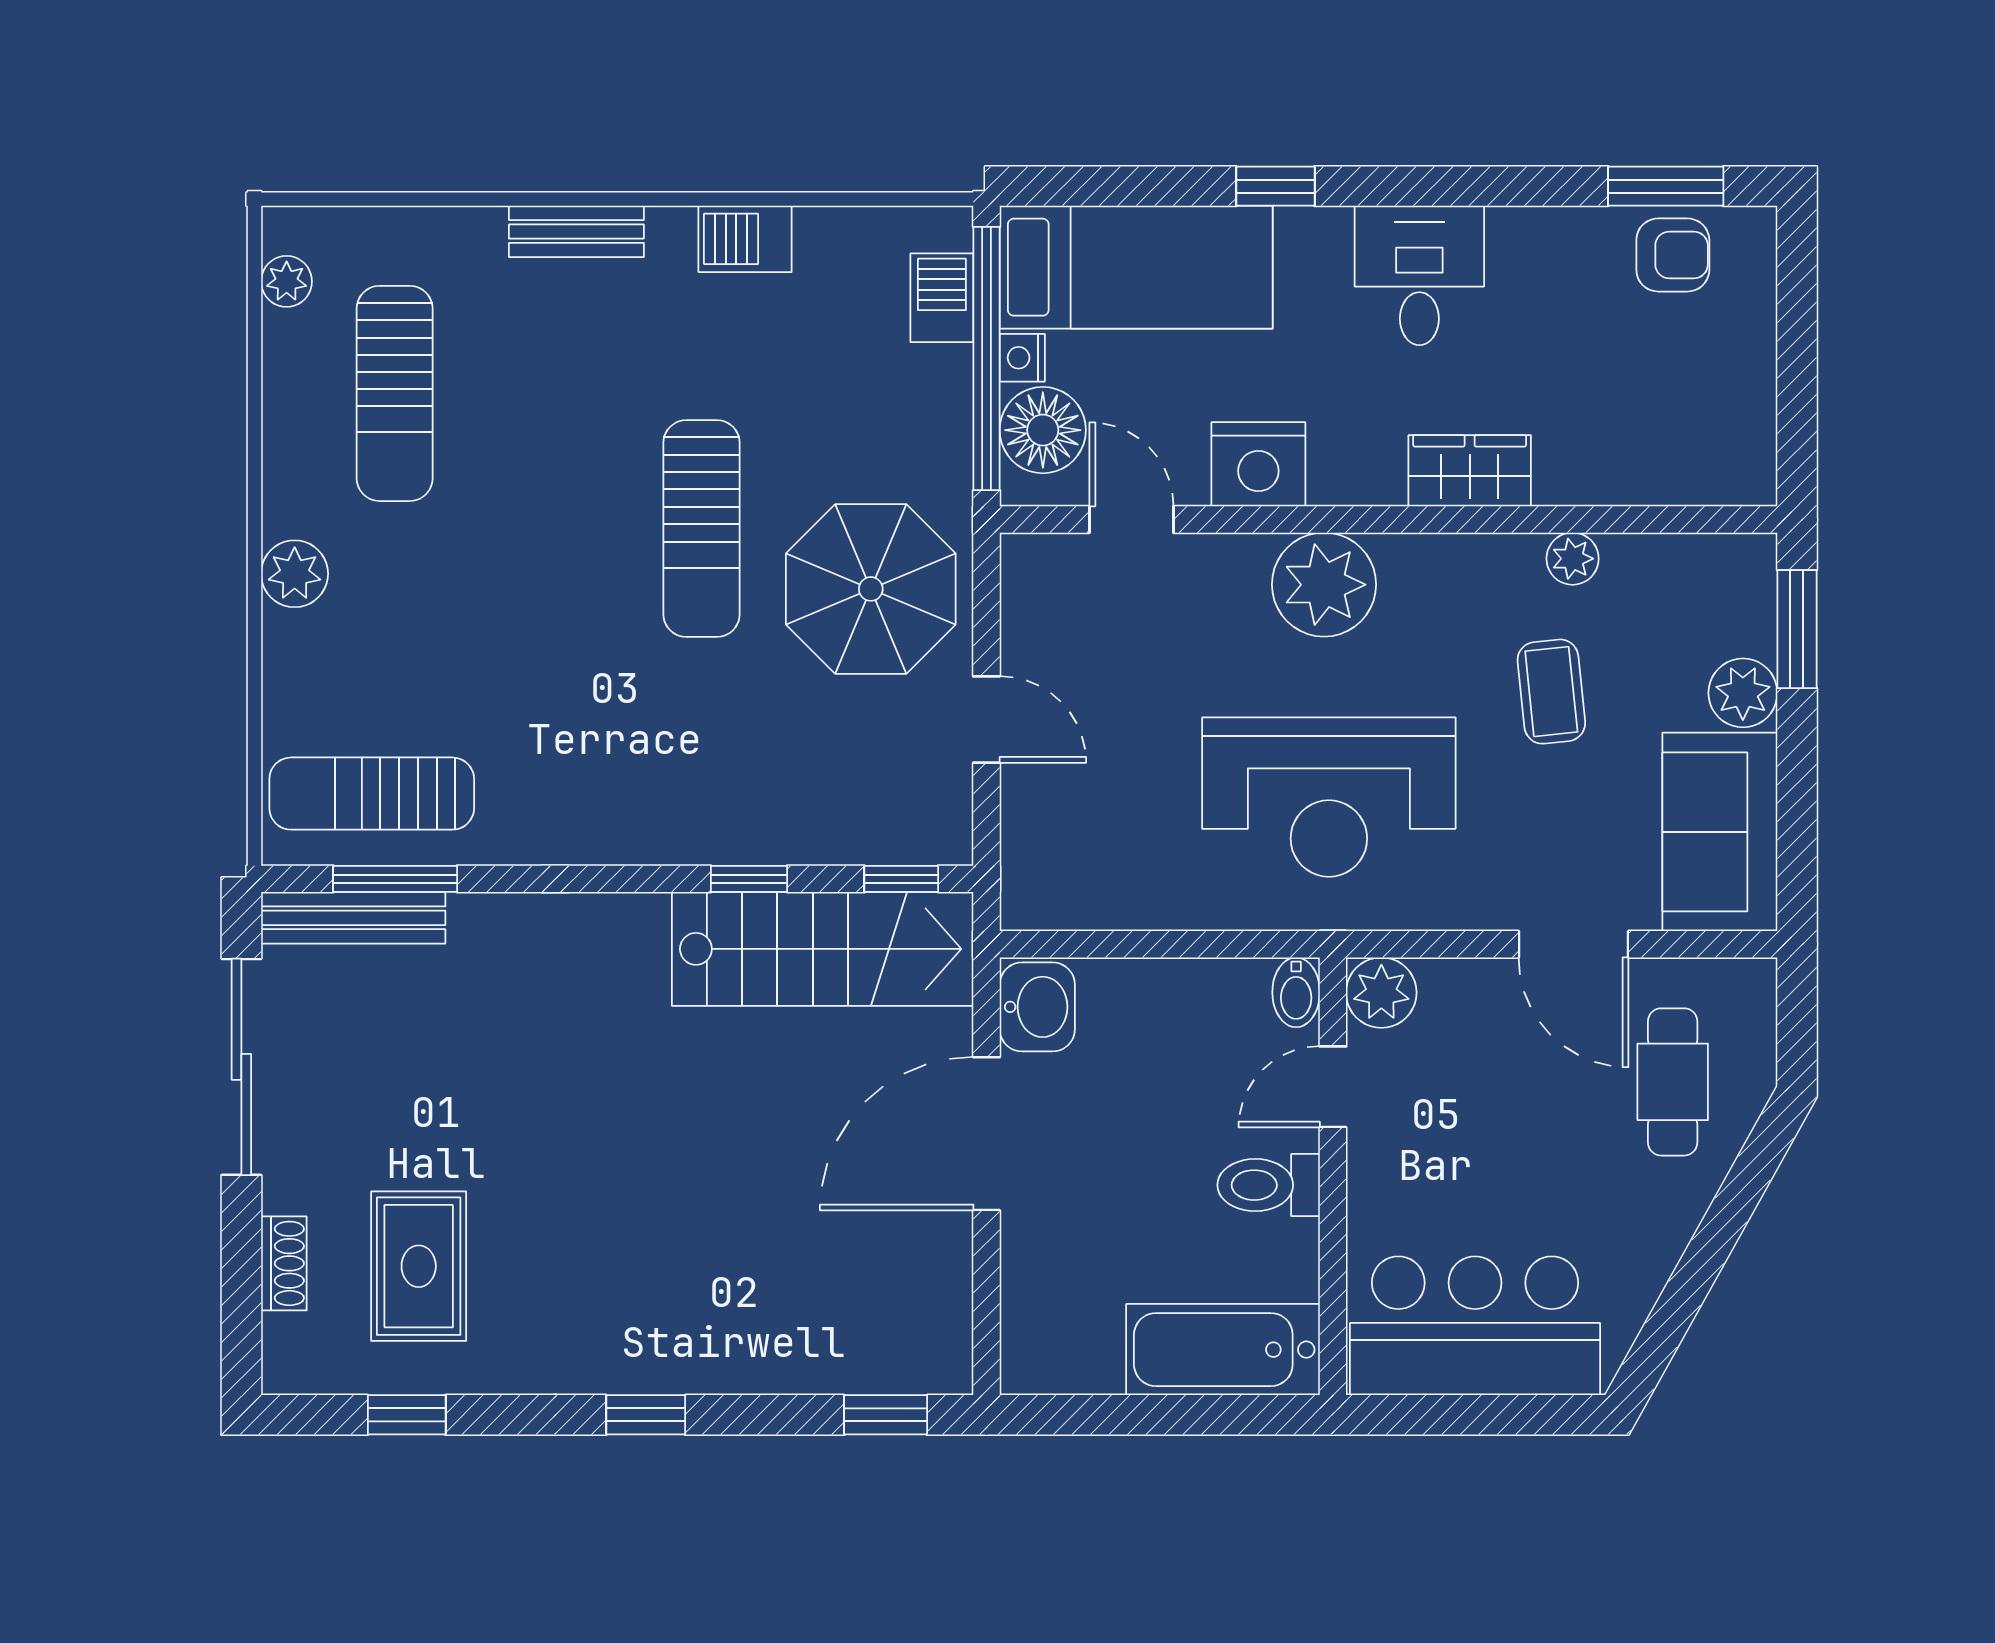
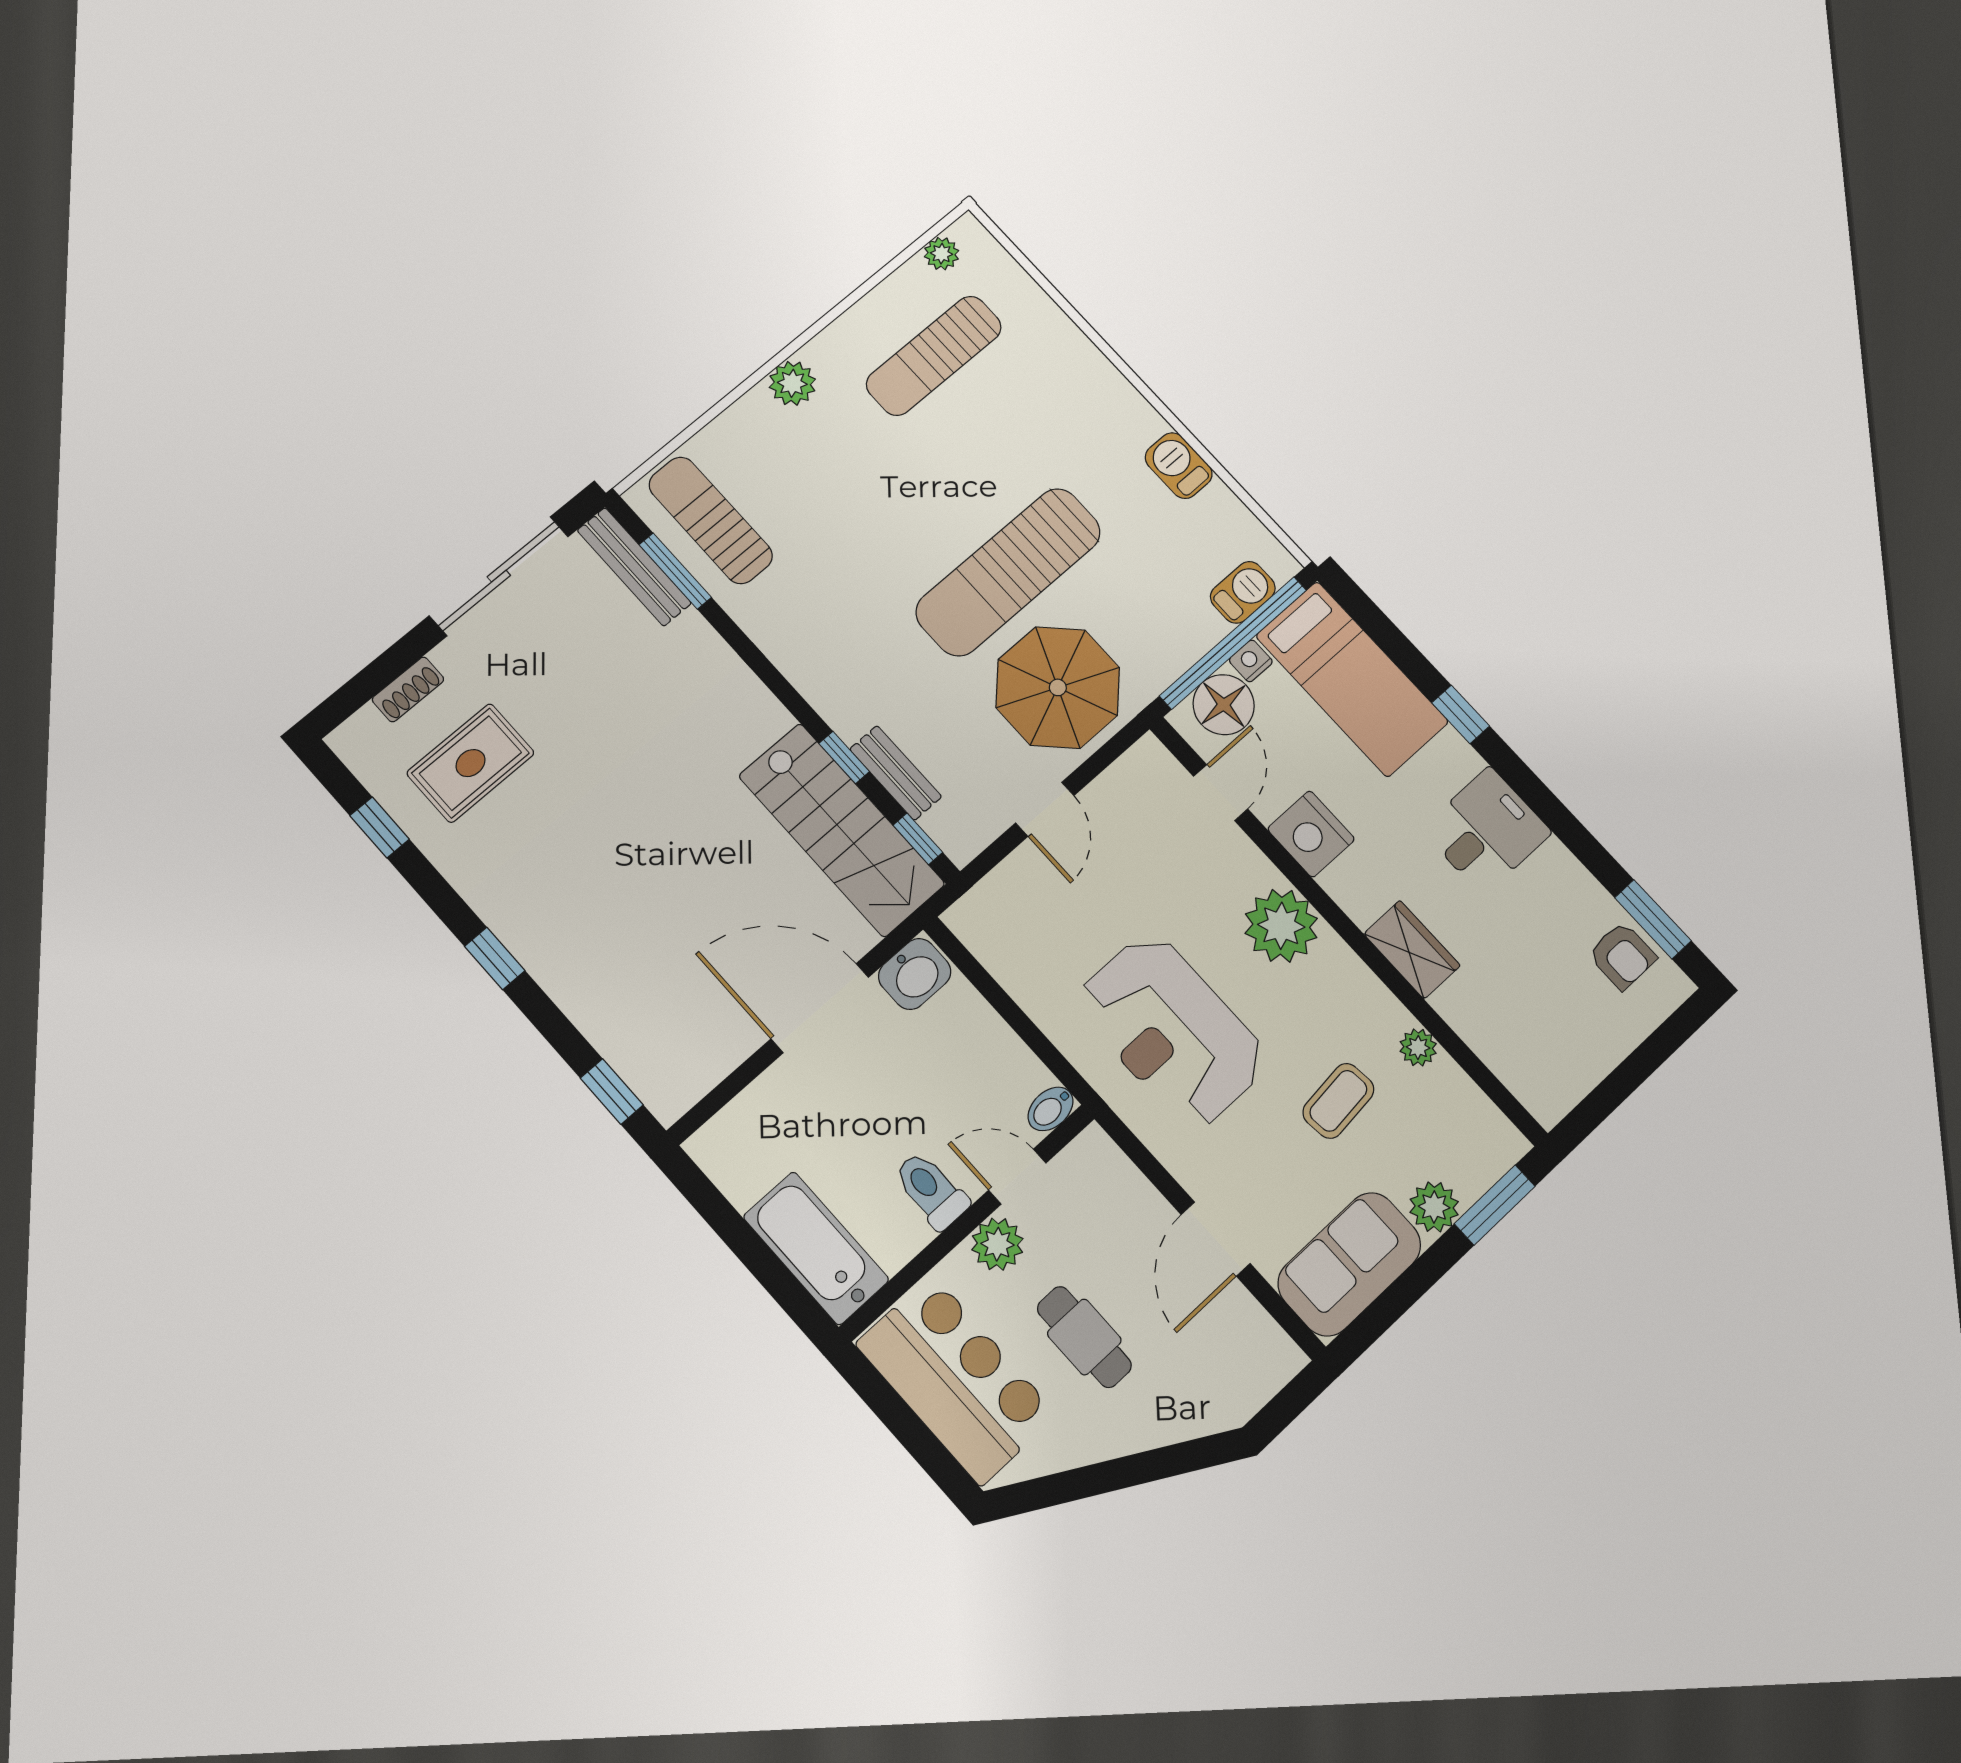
bench: (576, 231) -> (896, 773), moved
sun lounger: (702, 529) -> (1008, 572), width x1.36, depth x1.34
plant: (1381, 993) -> (997, 1244), moved
cafe table: (1673, 1082) -> (1084, 1337), moved, turned 90

